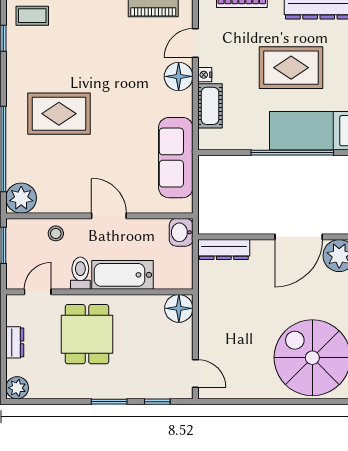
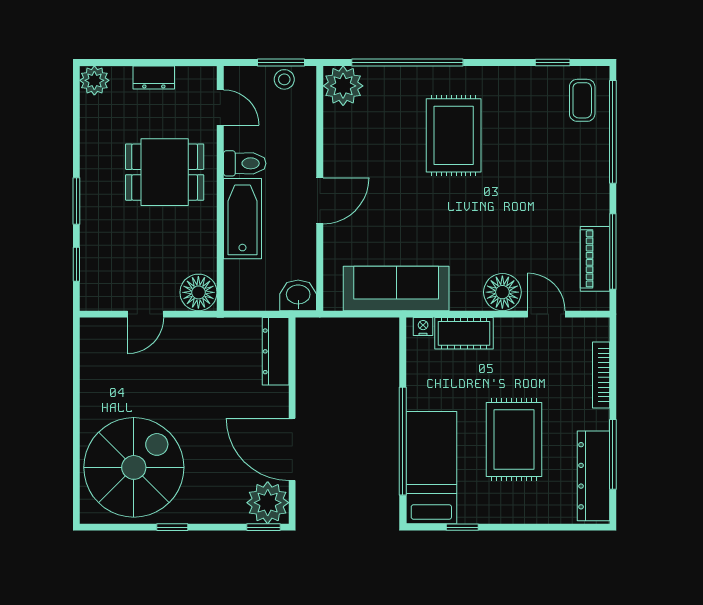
nightstand: (205, 75) -> (423, 326), moved
stool: (56, 233) -> (284, 79), moved
door: (195, 373) -> (146, 314), moved

